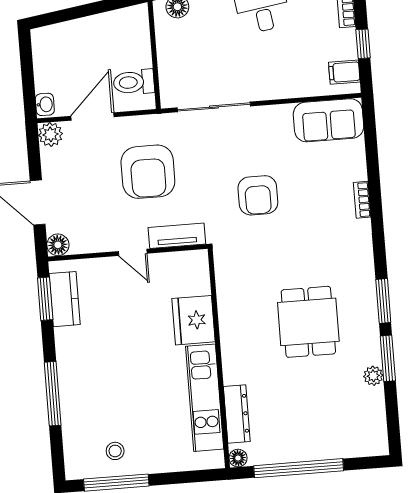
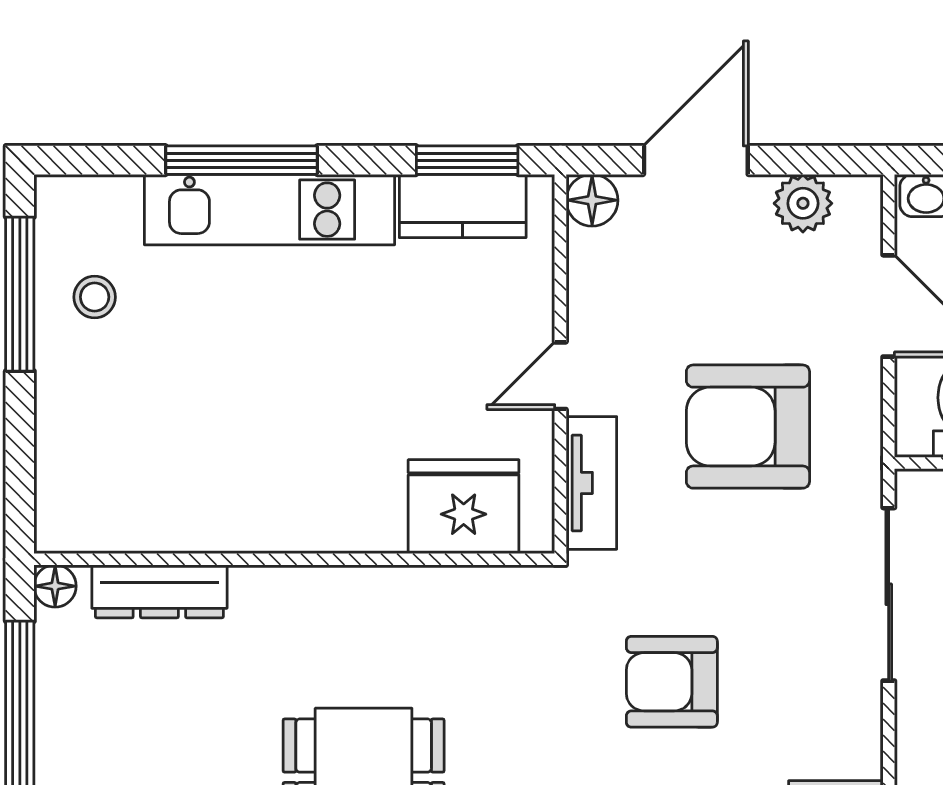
plant: (50, 134) -> (803, 203), moved
fridge: (194, 320) -> (464, 507), moved
kitchen unit: (205, 398) -> (270, 210), moved, turned 180

